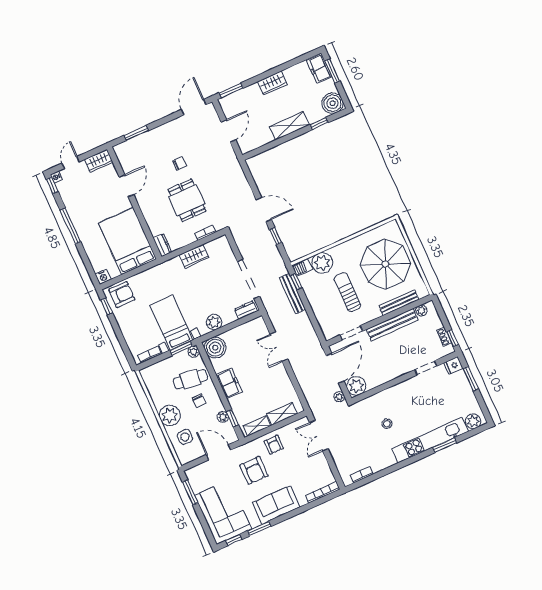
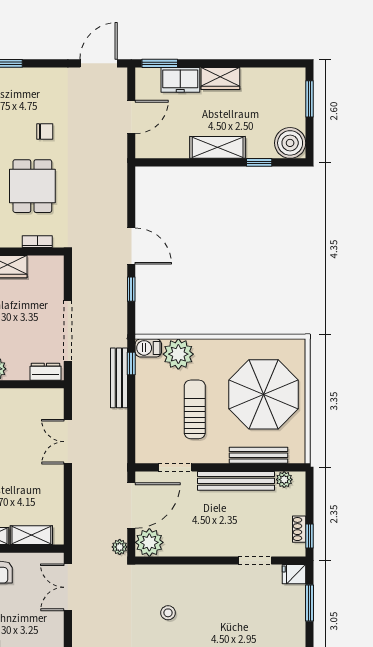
freezer: (319, 69) -> (180, 80), moved, turned -90

